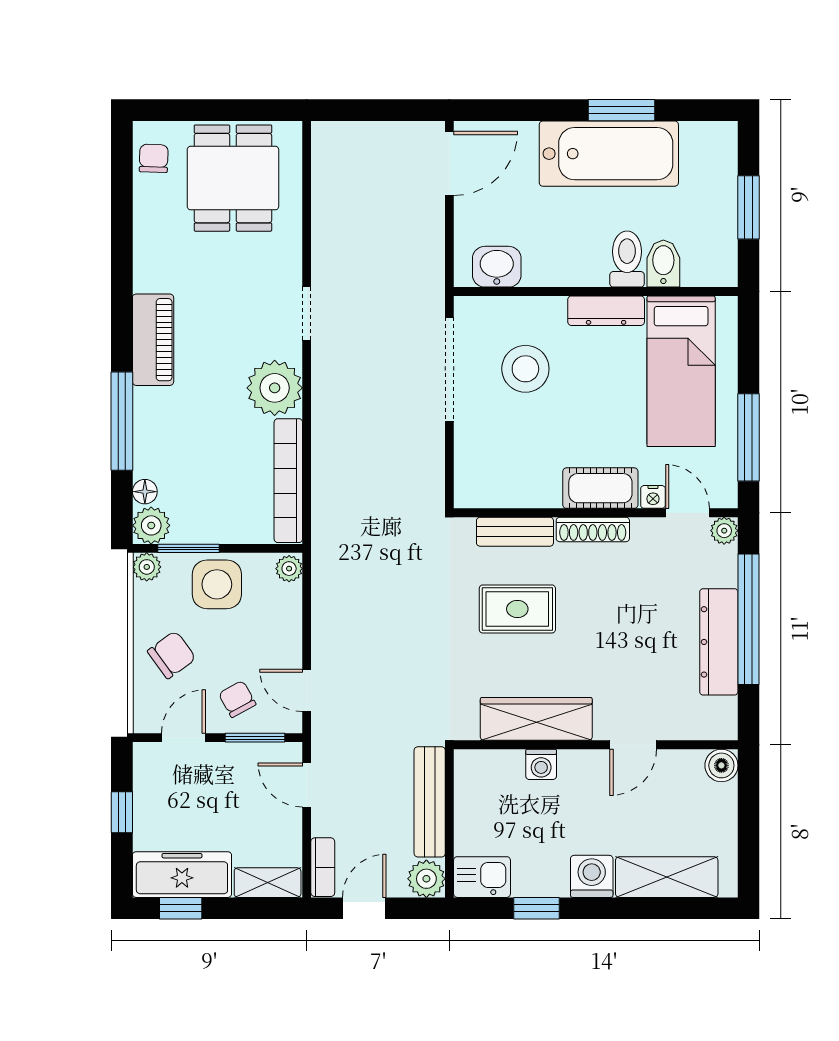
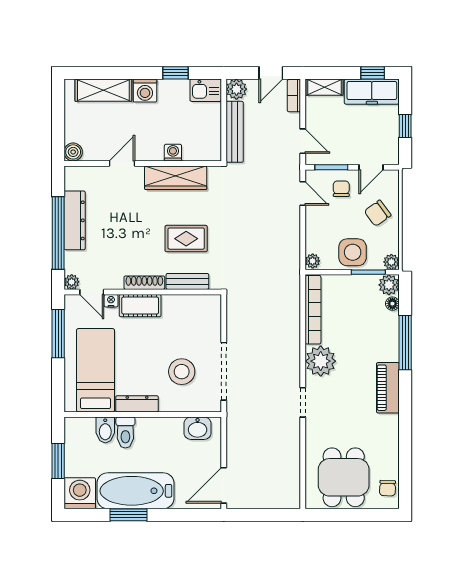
washing machine: (709, 149) -> (80, 493), added
chair: (237, 699) -> (341, 189), turned -151

